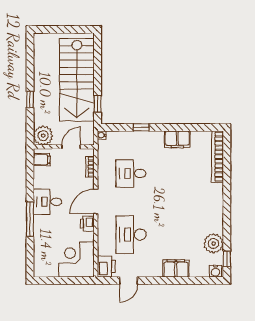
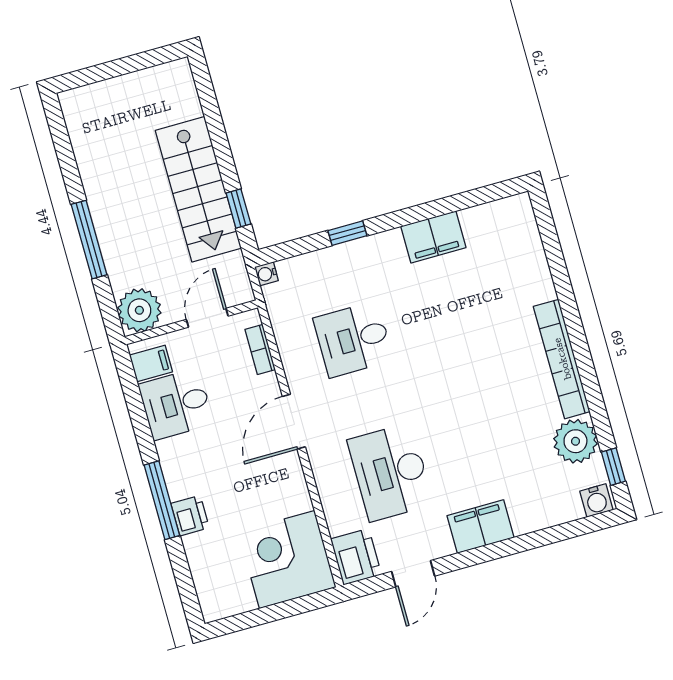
stairs: (77, 80) -> (198, 189), width x0.73, depth x0.66
window: (30, 99) -> (89, 240), width x2.17
bookcase: (218, 157) -> (562, 359), moved
desk: (48, 202) -> (176, 404), moved
printer: (87, 224) -> (190, 516), moved, turned 180
filing cabinet: (176, 268) -> (480, 527), moved

